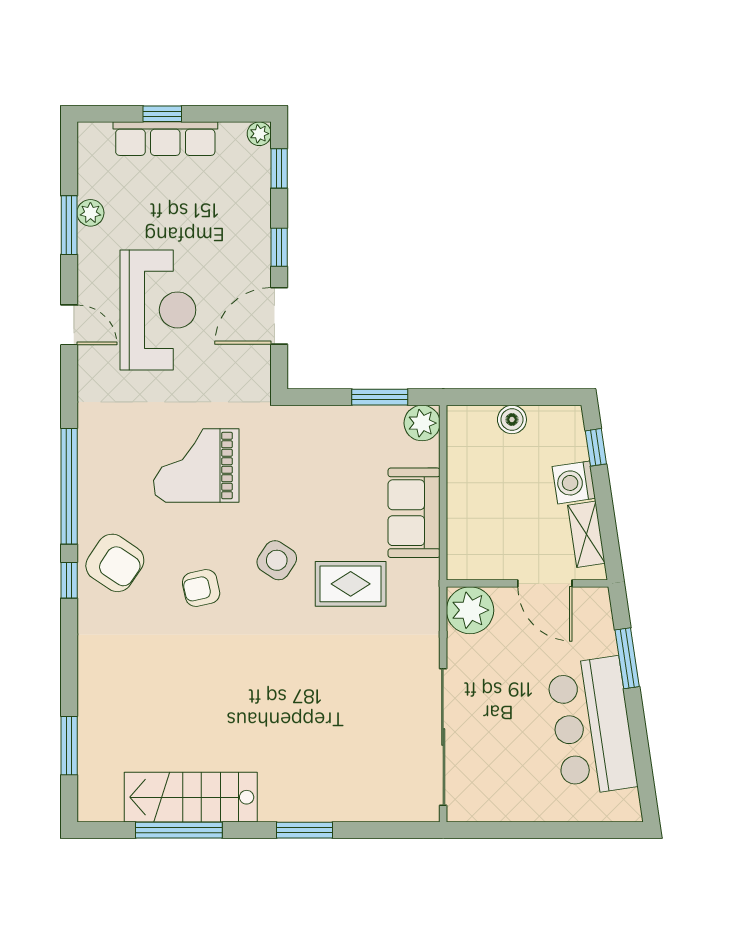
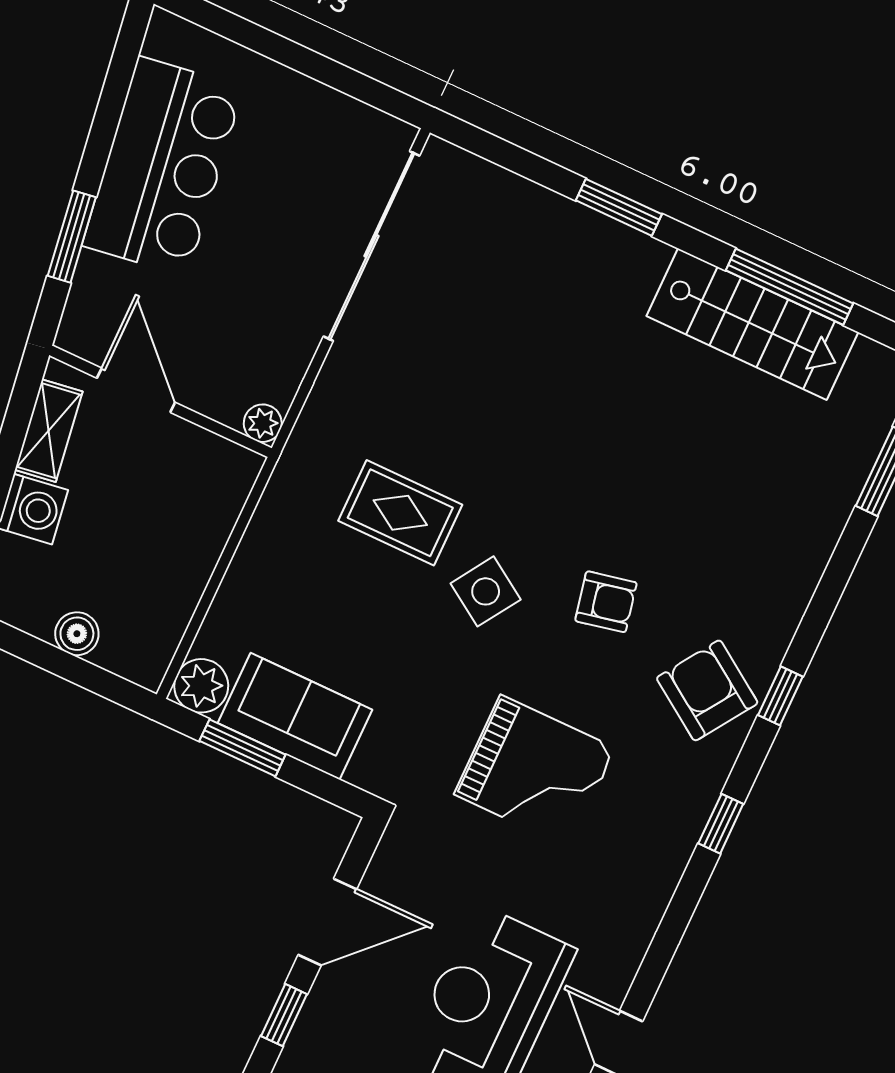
window: (69, 486) -> (721, 824), width x0.32
sofa: (414, 513) -> (295, 716), moved, turned -90
plant: (470, 610) -> (263, 423), width x0.53, depth x0.53

